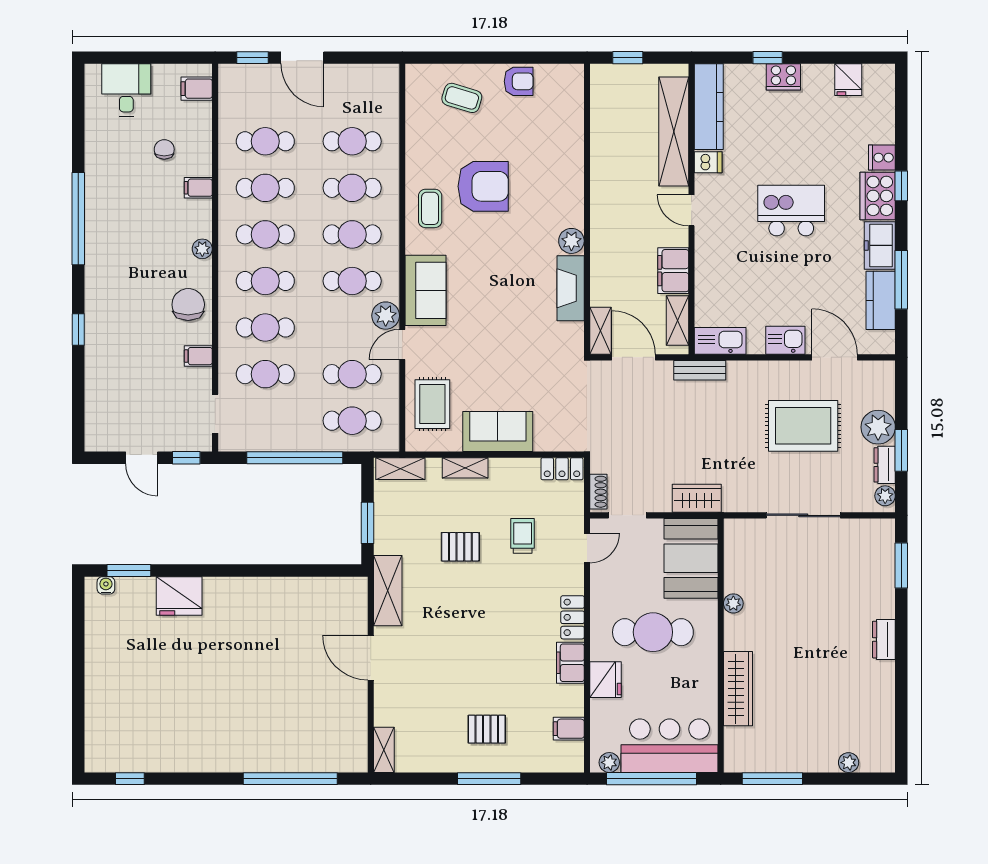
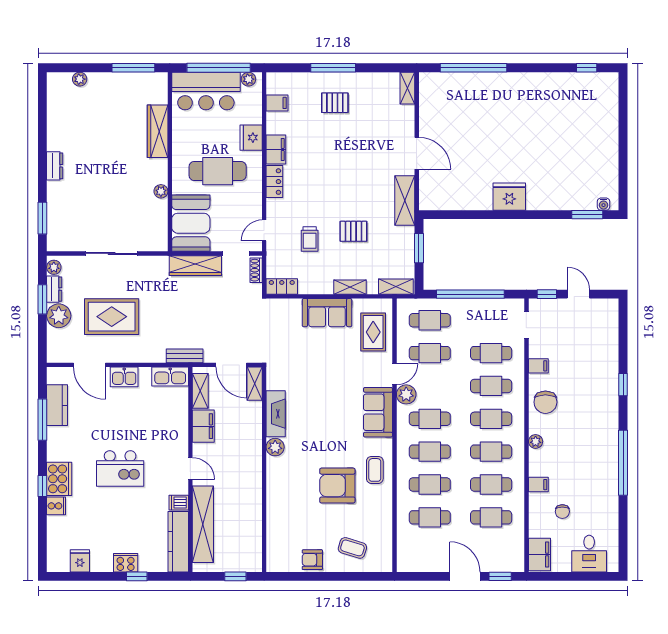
filing cabinet: (197, 89) -> (540, 554), width x2.00
freezer: (880, 245) -> (58, 444), removed
wardrobe: (697, 498) -> (195, 266), width x1.50
fridge: (179, 596) -> (509, 197), moved

